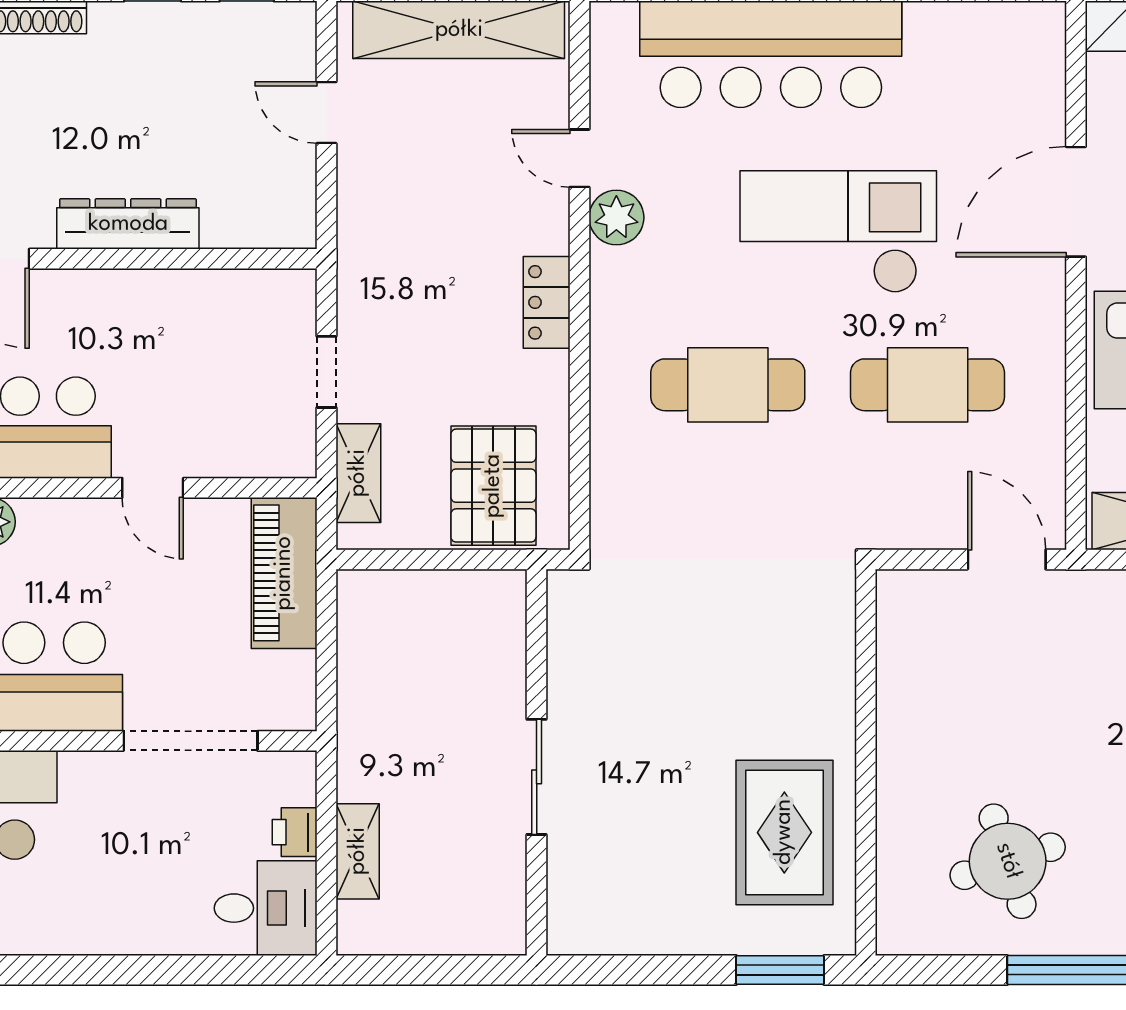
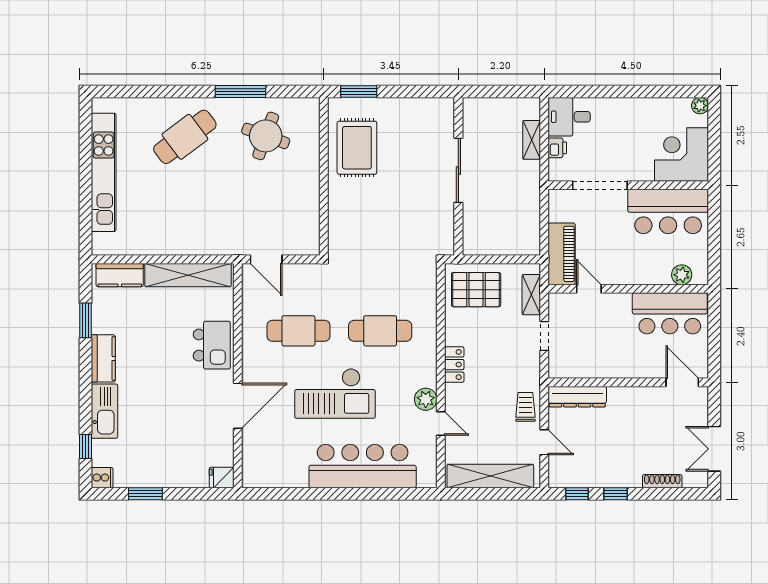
trolley: (373, 199) -> (525, 407), added
dresser: (128, 224) -> (577, 397), moved
pallet: (493, 486) -> (476, 290), turned 90
door: (153, 488) -> (589, 289), moved
sliding door: (537, 777) -> (458, 170), width x1.37
round table: (1008, 861) -> (266, 136), turned 38

